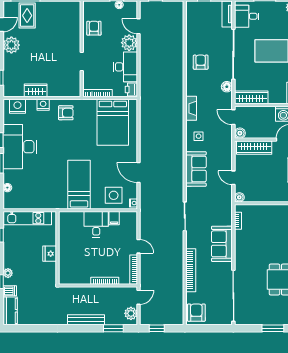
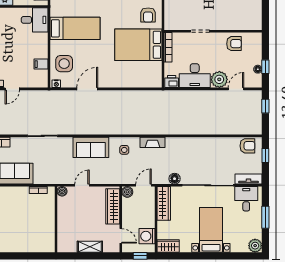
armchair: (201, 62) -> (247, 146), moved
bed: (113, 122) -> (138, 45), moved
desk: (96, 224) -> (35, 20), moved

